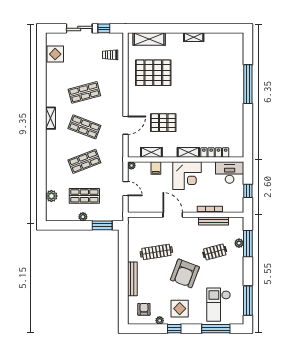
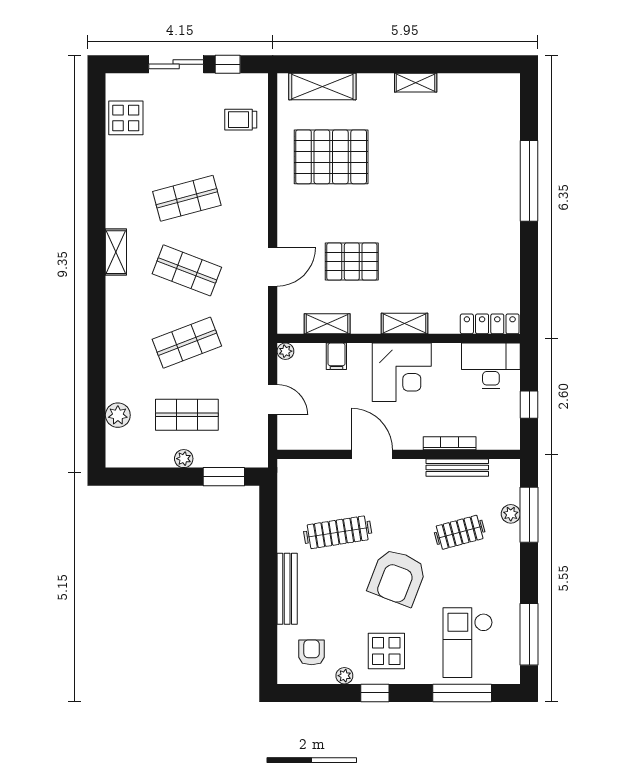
locker: (215, 152) -> (490, 324), moved

